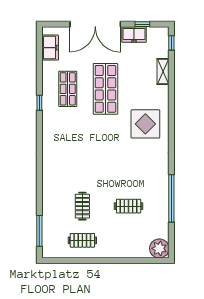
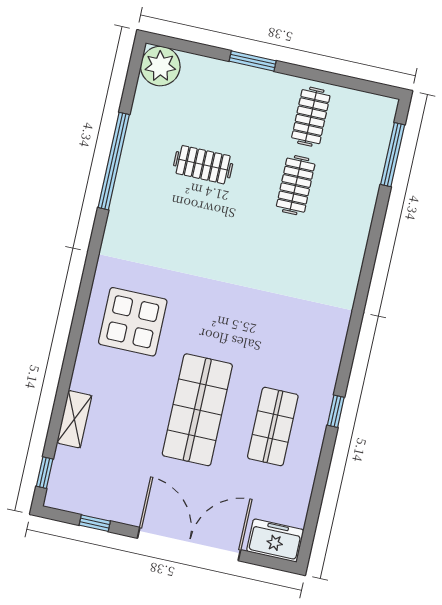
freezer: (134, 35) -> (116, 506), removed
freezer: (50, 48) -> (275, 540), moved, turned 90
clothes rail: (82, 240) -> (311, 117), turned 90
window: (116, 261) -> (253, 61), added

